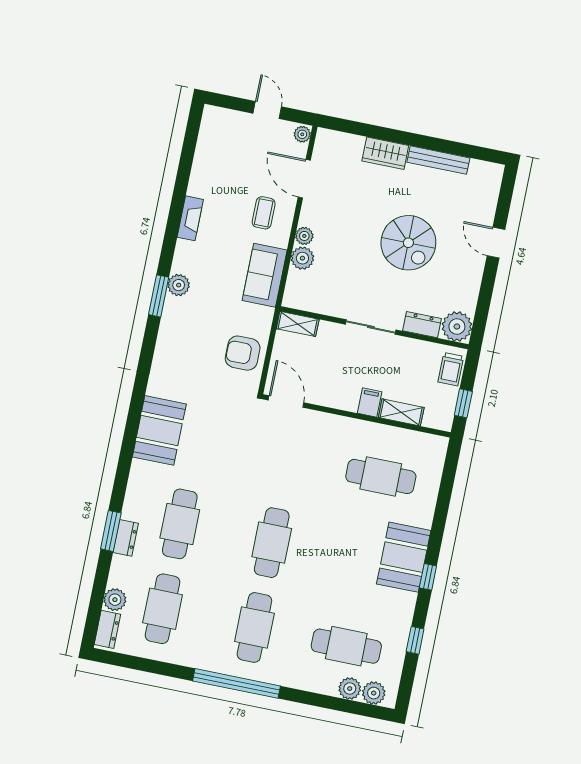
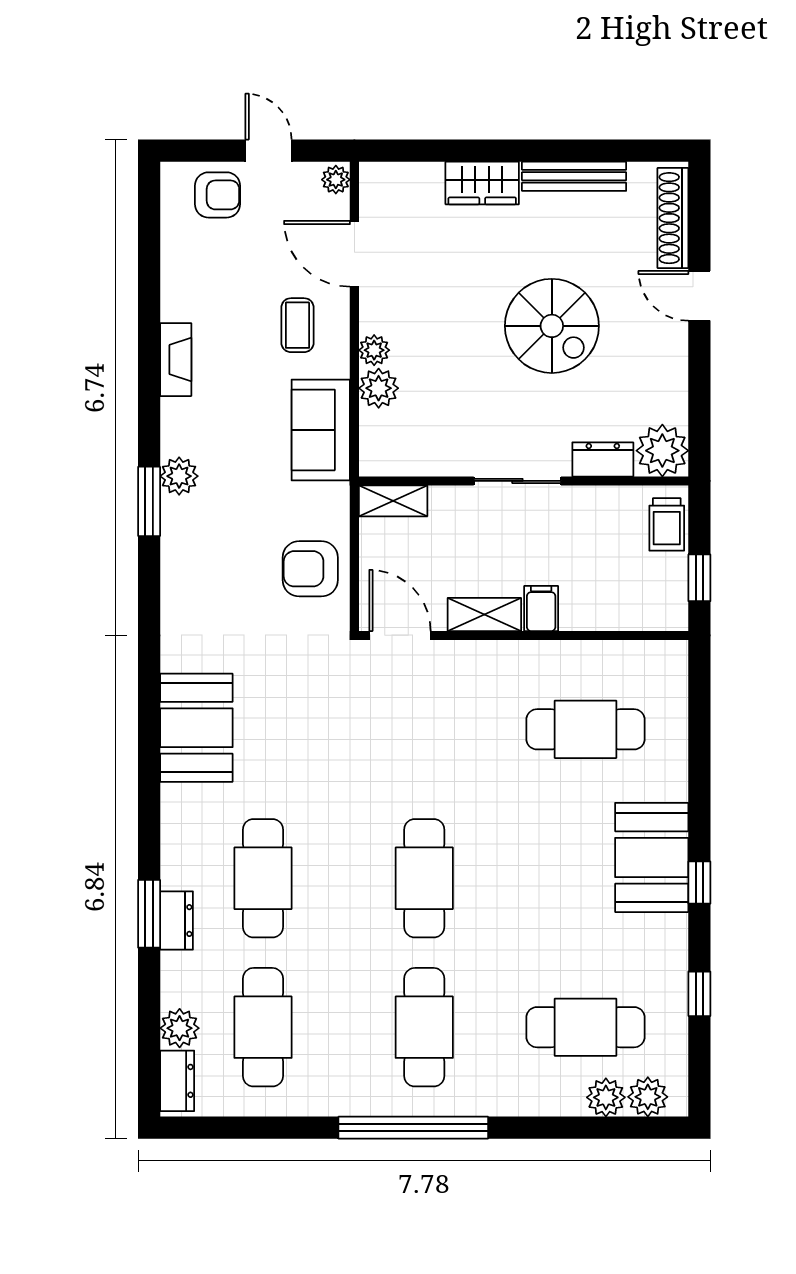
armchair: (233, 129) -> (217, 195), added
shoe rack: (490, 195) -> (673, 218), added
shelving: (401, 412) -> (484, 614), moved

